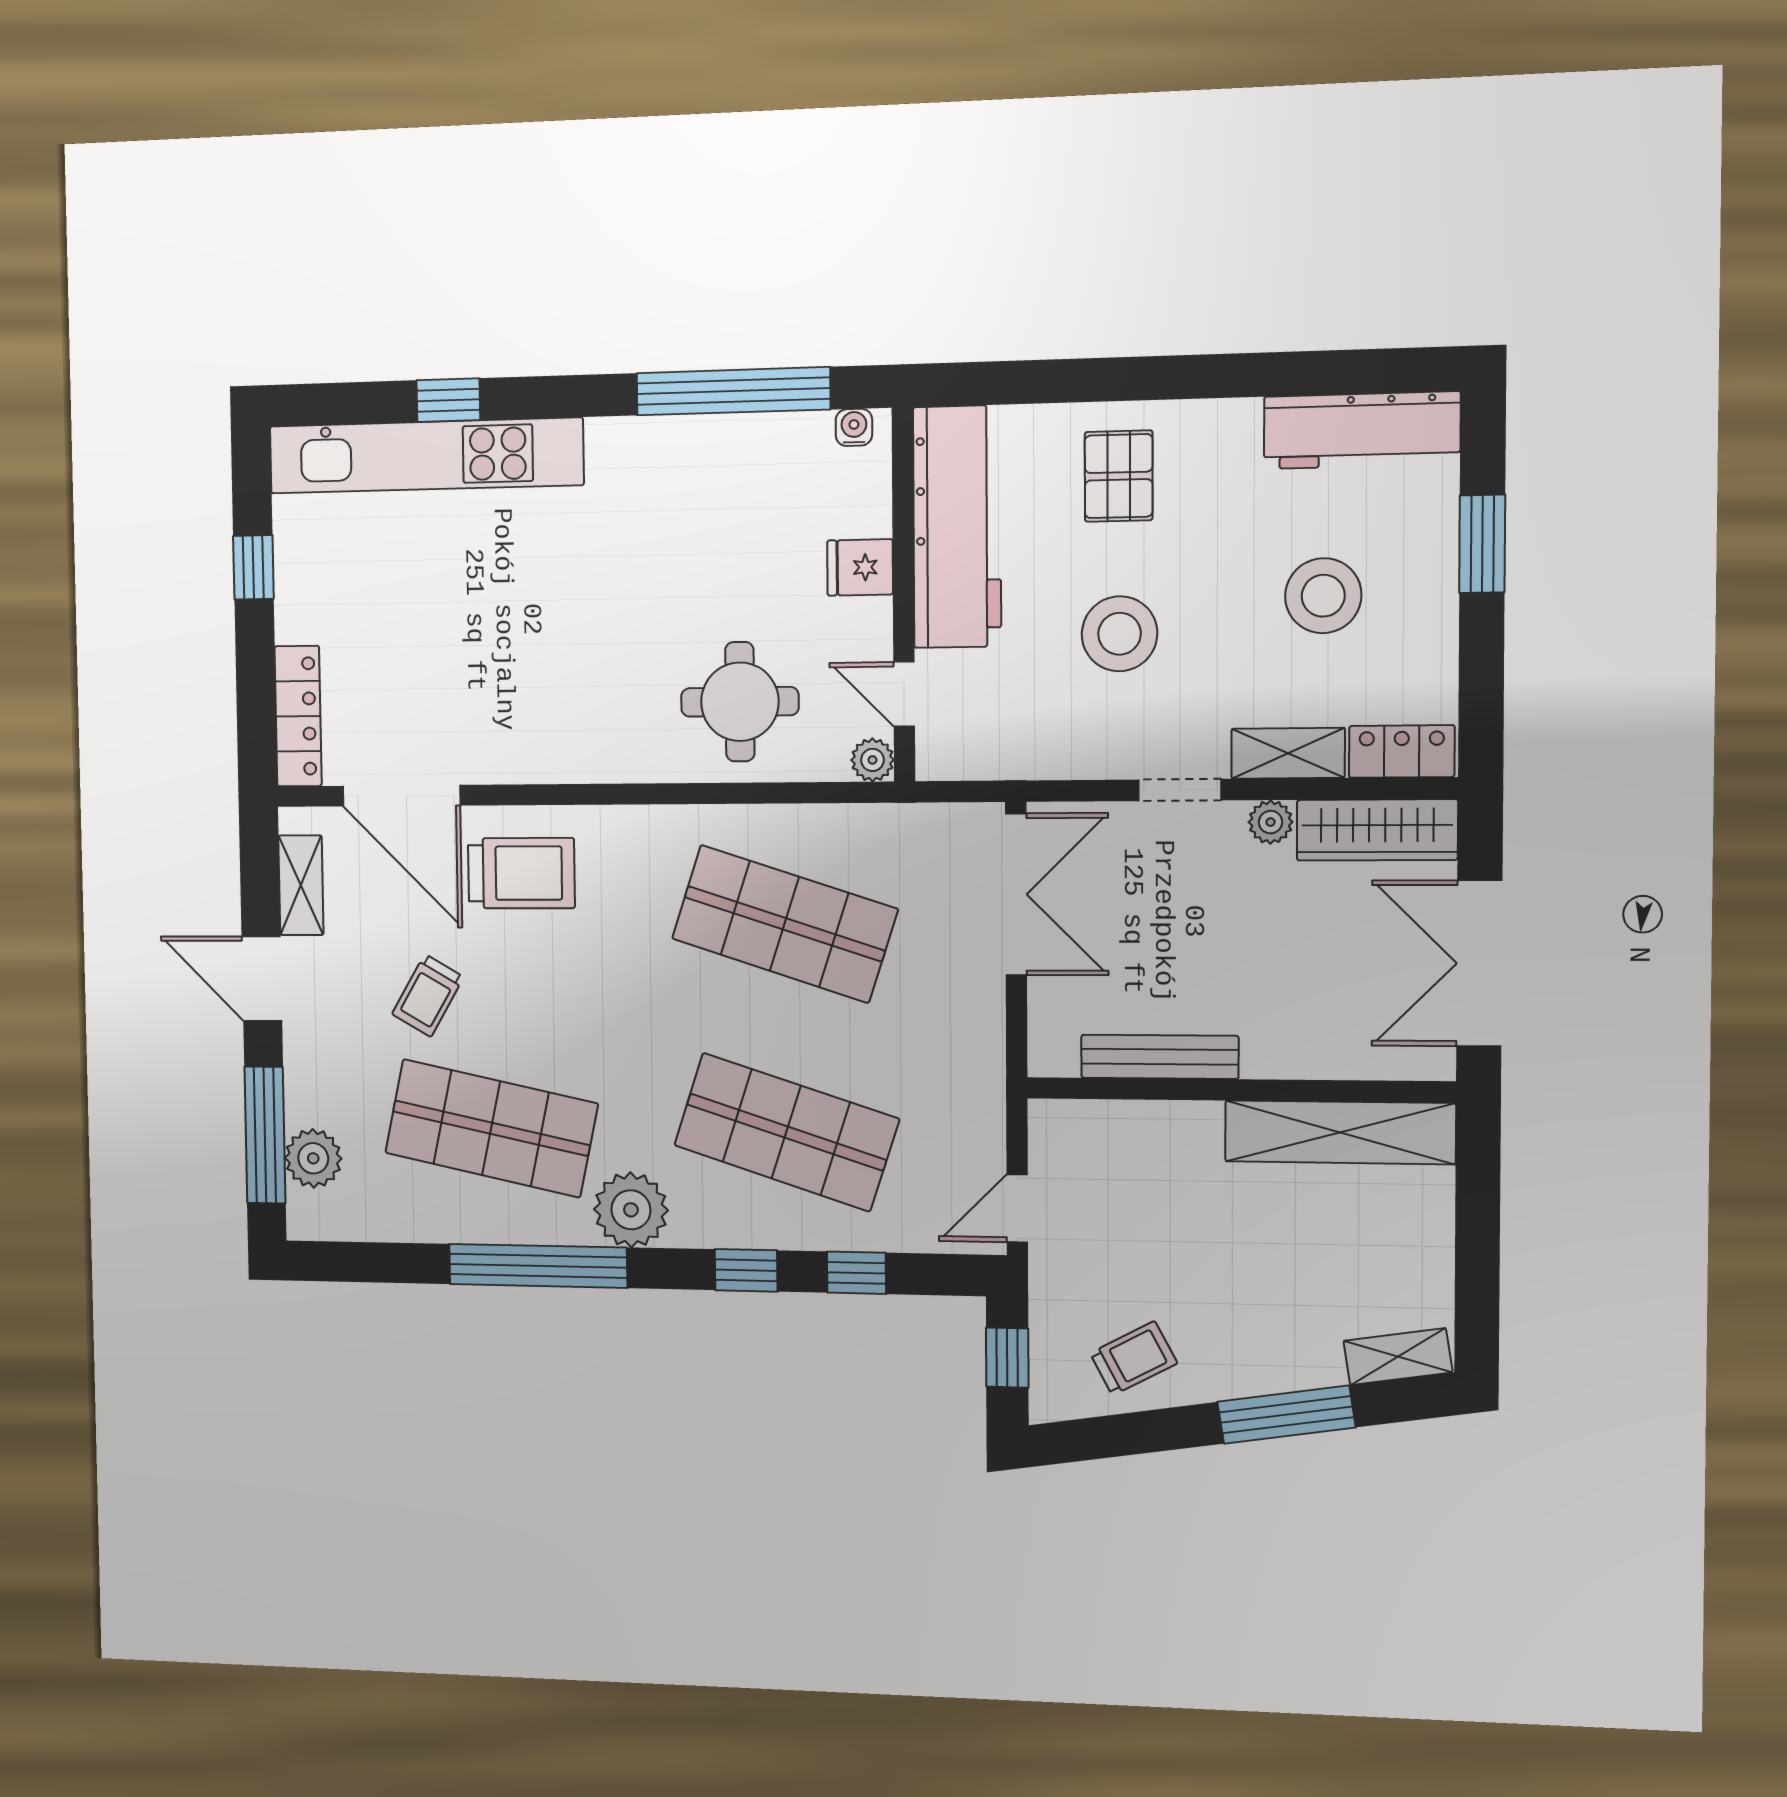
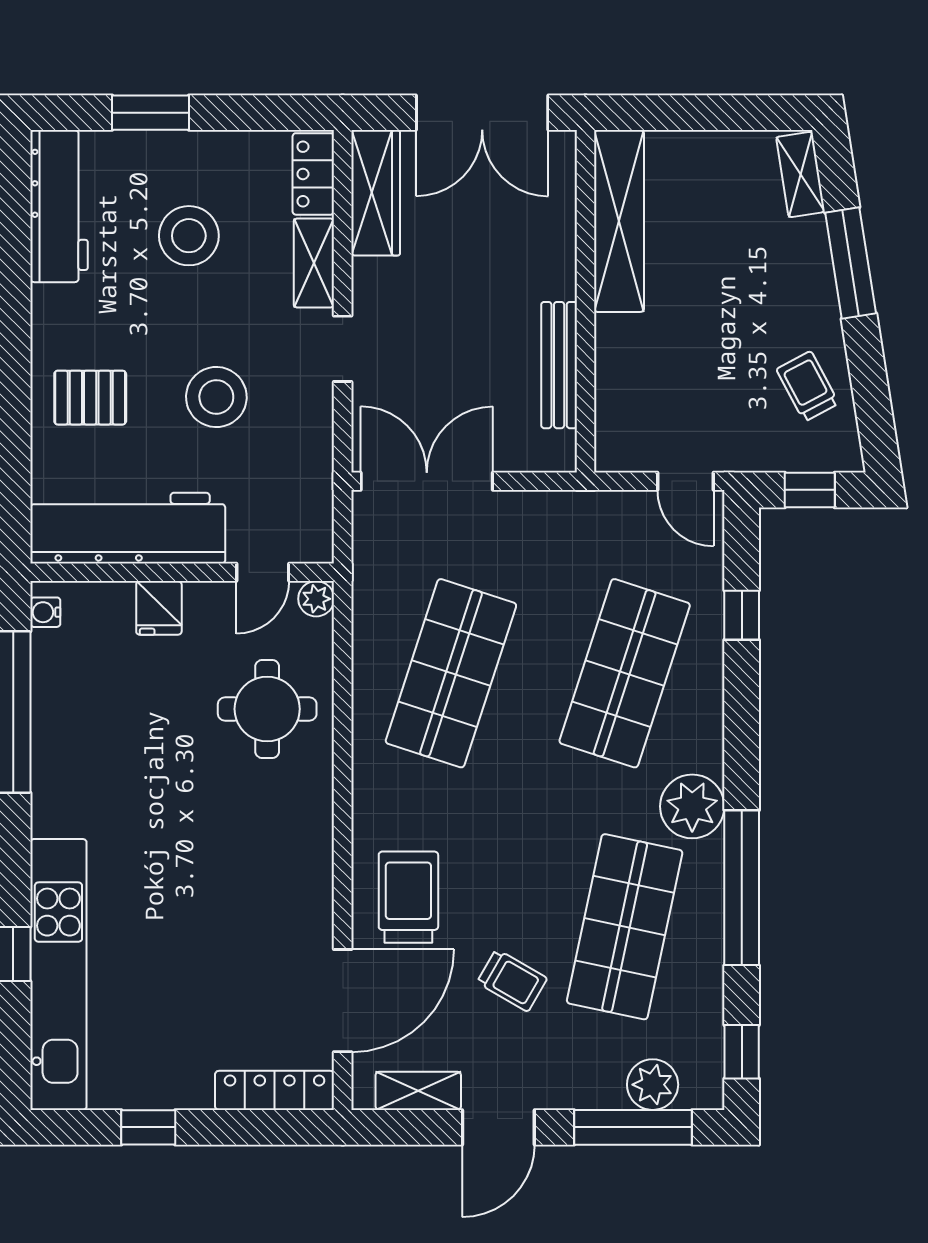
plant: (1271, 822) -> (369, 277), removed
window: (746, 1270) -> (742, 1052), moved

